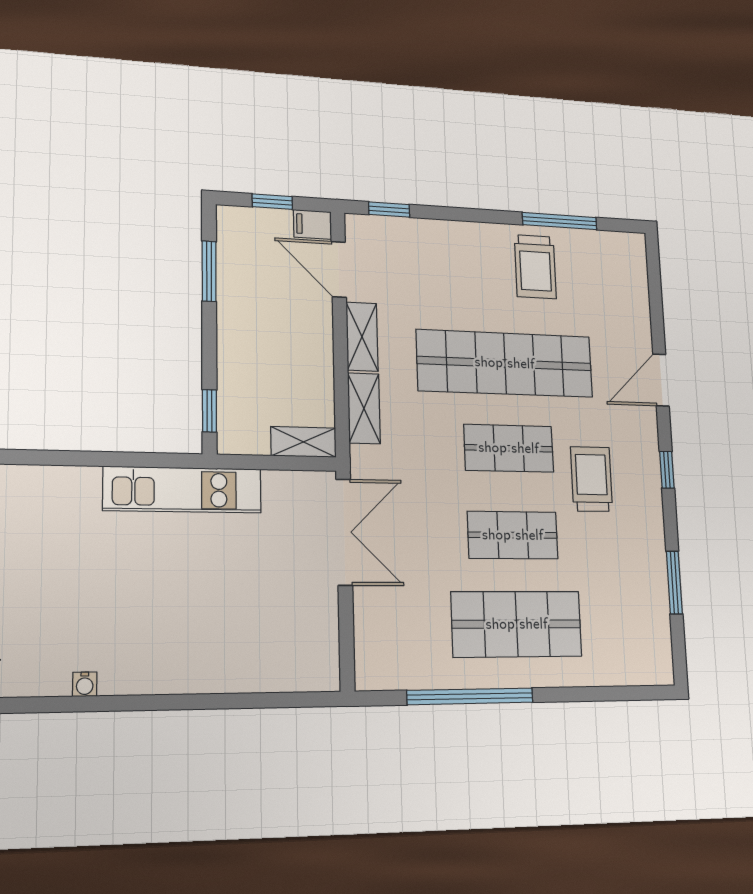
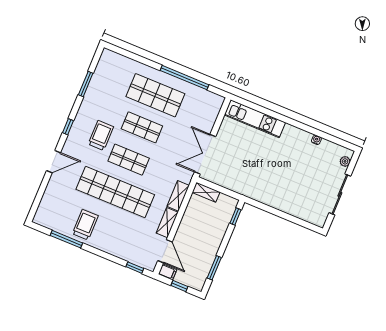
trolley: (591, 479) -> (101, 135), turned 180
kitchen unit: (183, 490) -> (255, 119), moved, turned 180

